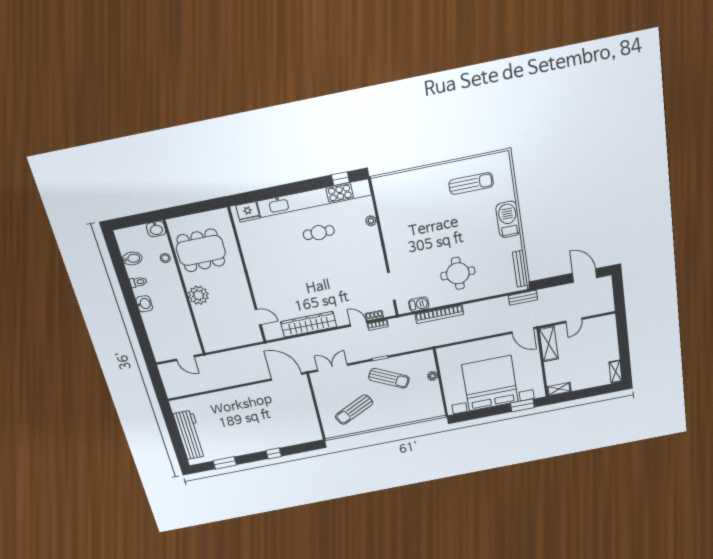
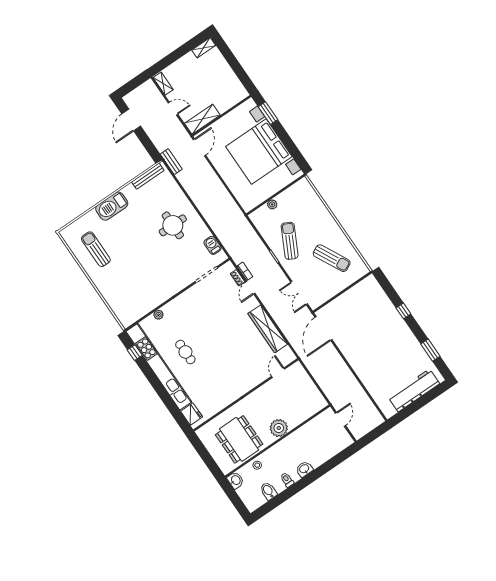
bookcase: (439, 314) -> (214, 224), removed
shelving: (559, 389) -> (163, 84), moved

